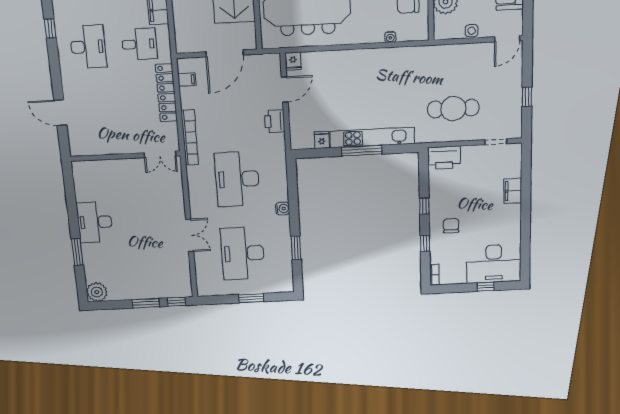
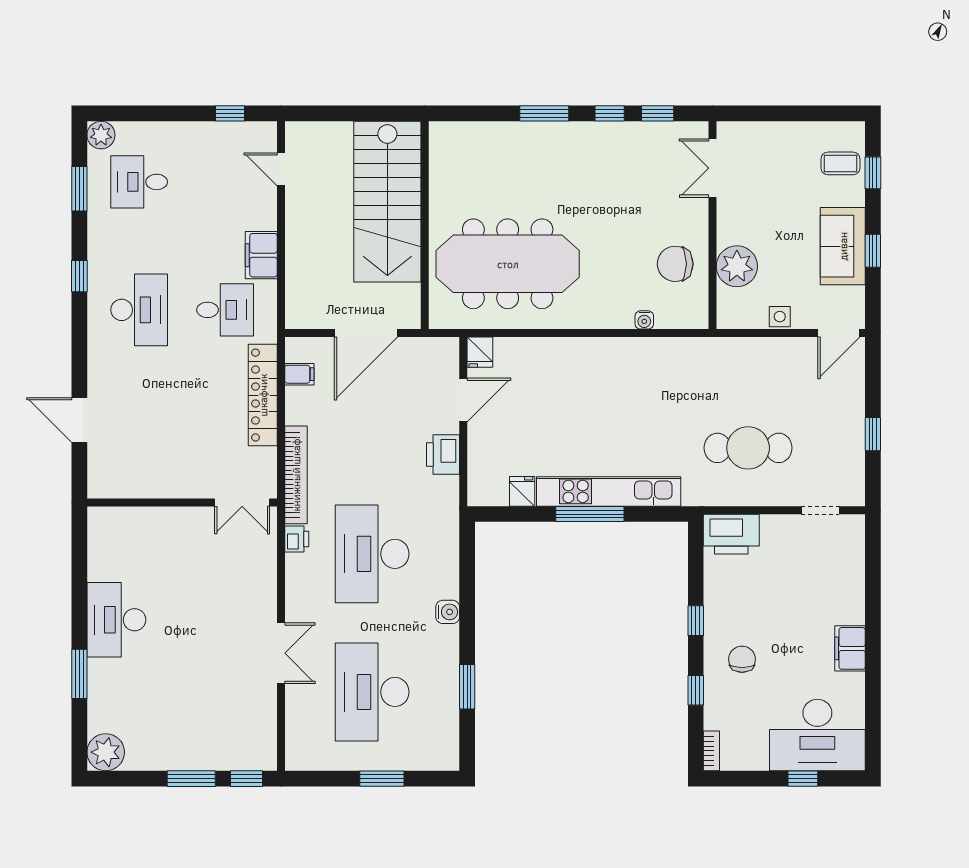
printer: (193, 173) -> (297, 539), added
filing cabinet: (513, 191) -> (850, 648), moved

